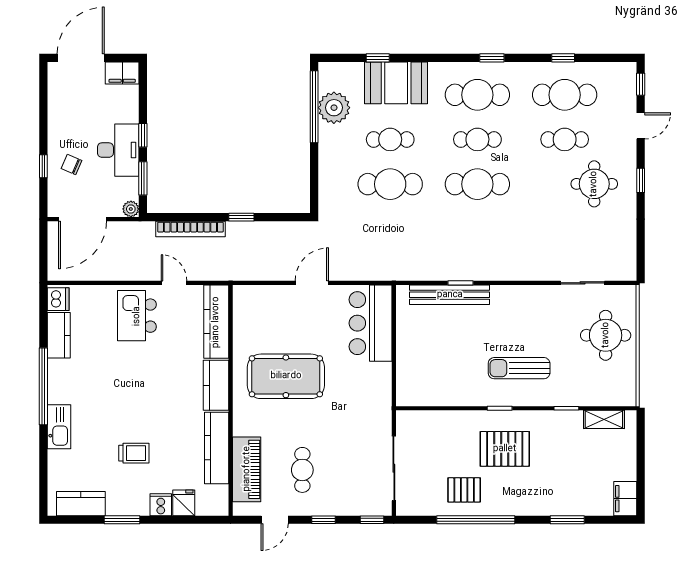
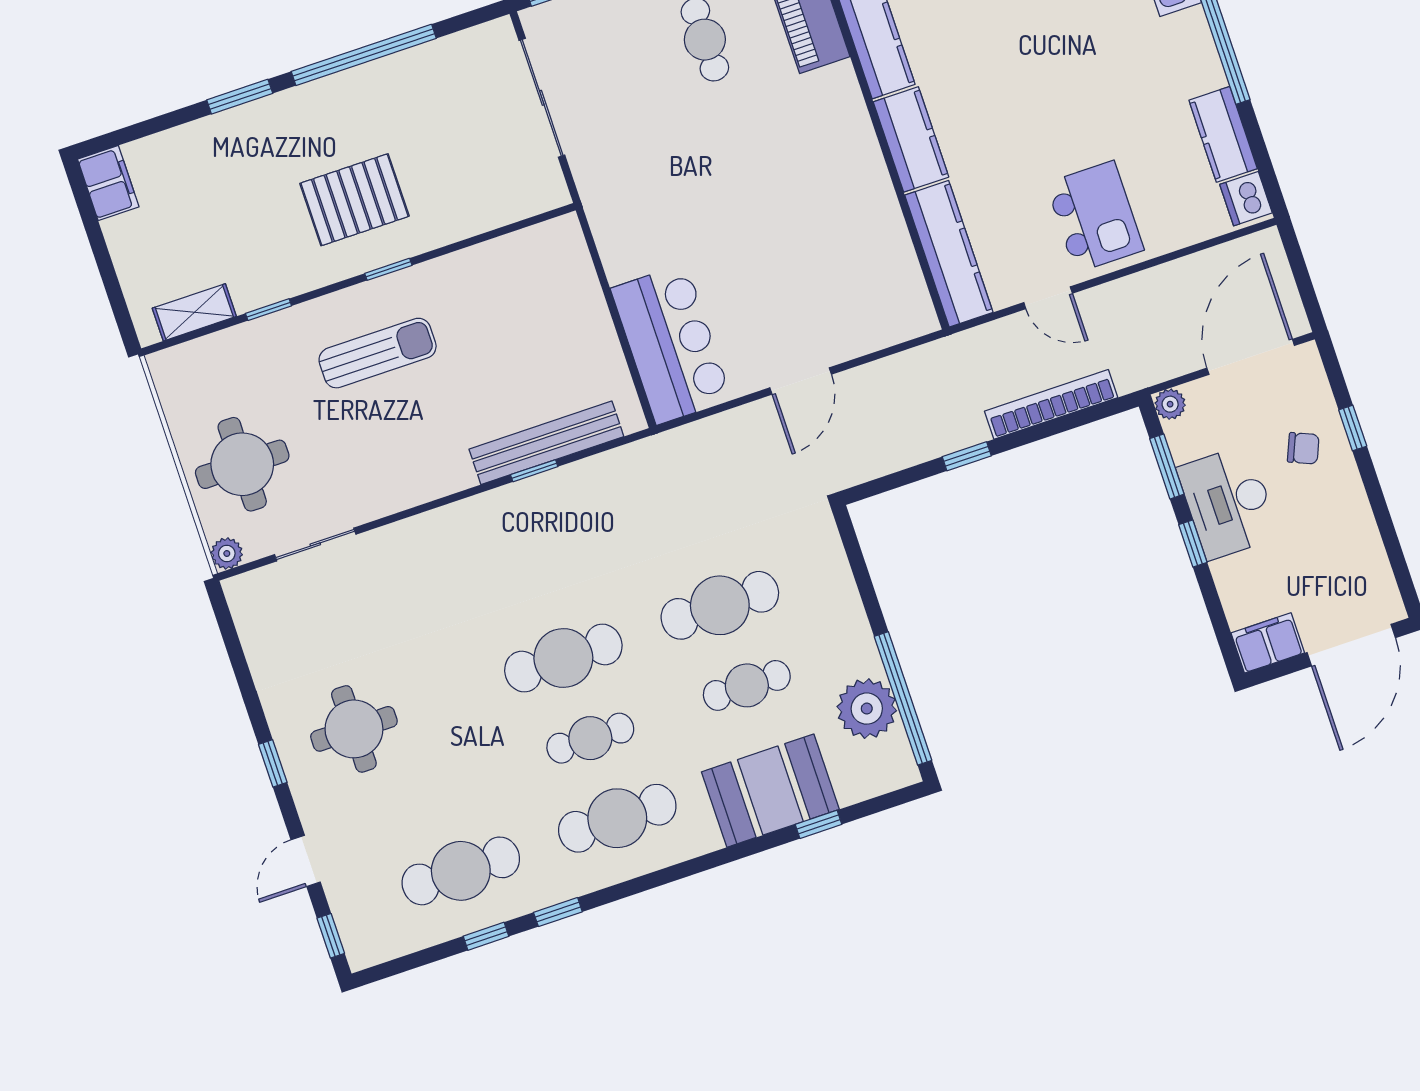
window: (492, 58) -> (558, 912), moved
cafe table: (565, 139) -> (434, 791), removed
plant: (628, 293) -> (227, 553), added
pool table: (286, 376) -> (791, 198), removed
pallet: (464, 490) -> (403, 101), removed
window: (567, 520) -> (240, 97), moved

